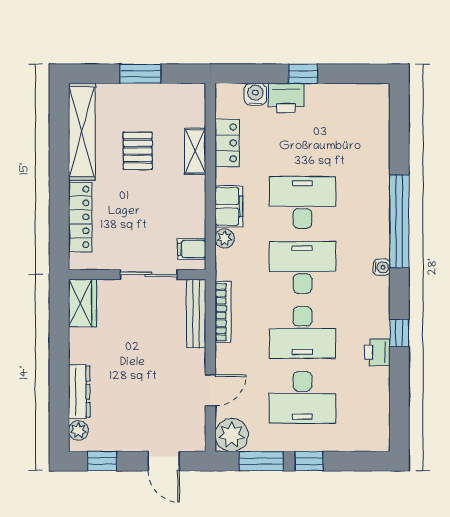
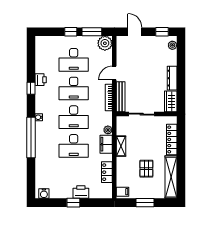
water cooler: (255, 94) -> (44, 194), moved
shelving: (195, 151) -> (121, 146), moved
filing cabinet: (192, 249) -> (123, 192), moved
desk: (302, 332) -> (74, 88), turned 180
door: (210, 390) -> (114, 73), moved
dresser: (79, 392) -> (172, 78), moved
desk: (302, 397) -> (74, 60), turned 180

